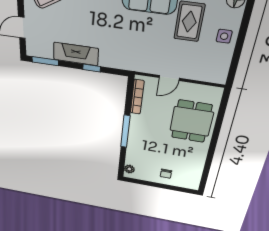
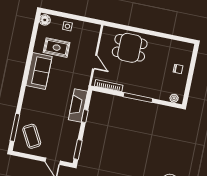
fireplace: (76, 54) -> (78, 106), moved

